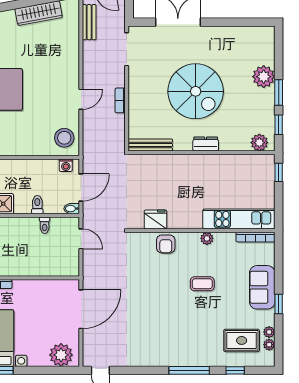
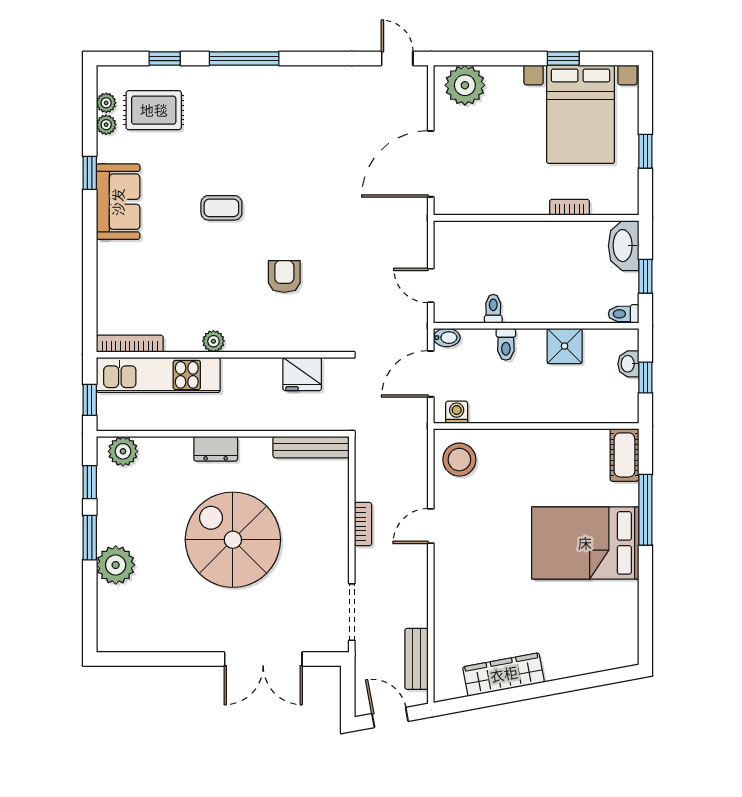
fridge: (155, 219) -> (302, 374), moved
kitchen unit: (239, 219) -> (158, 375), moved
wall: (202, 231) -> (223, 355), moved
bookcase: (255, 237) -> (130, 344), moved
plant: (207, 238) -> (213, 341), moved

